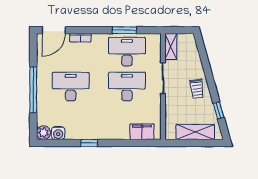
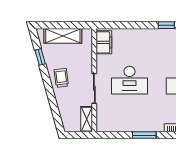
window: (124, 30) -> (144, 135), moved
desk: (127, 52) -> (130, 114), removed
filing cabinet: (142, 132) -> (104, 42), moved, turned -90

